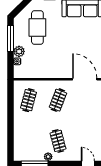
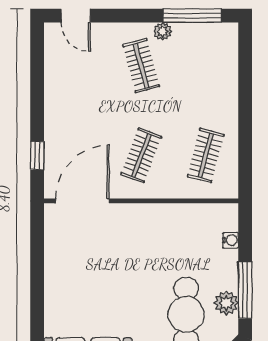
plant: (19, 51) -> (226, 303), moved
door: (85, 79) -> (82, 201), swing flipped

